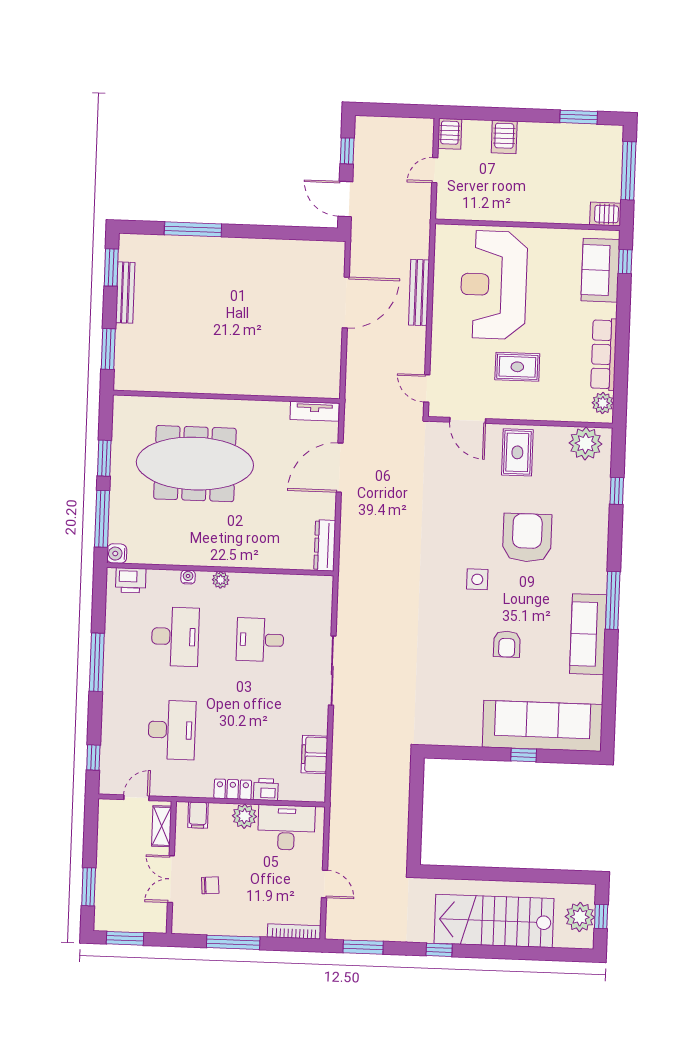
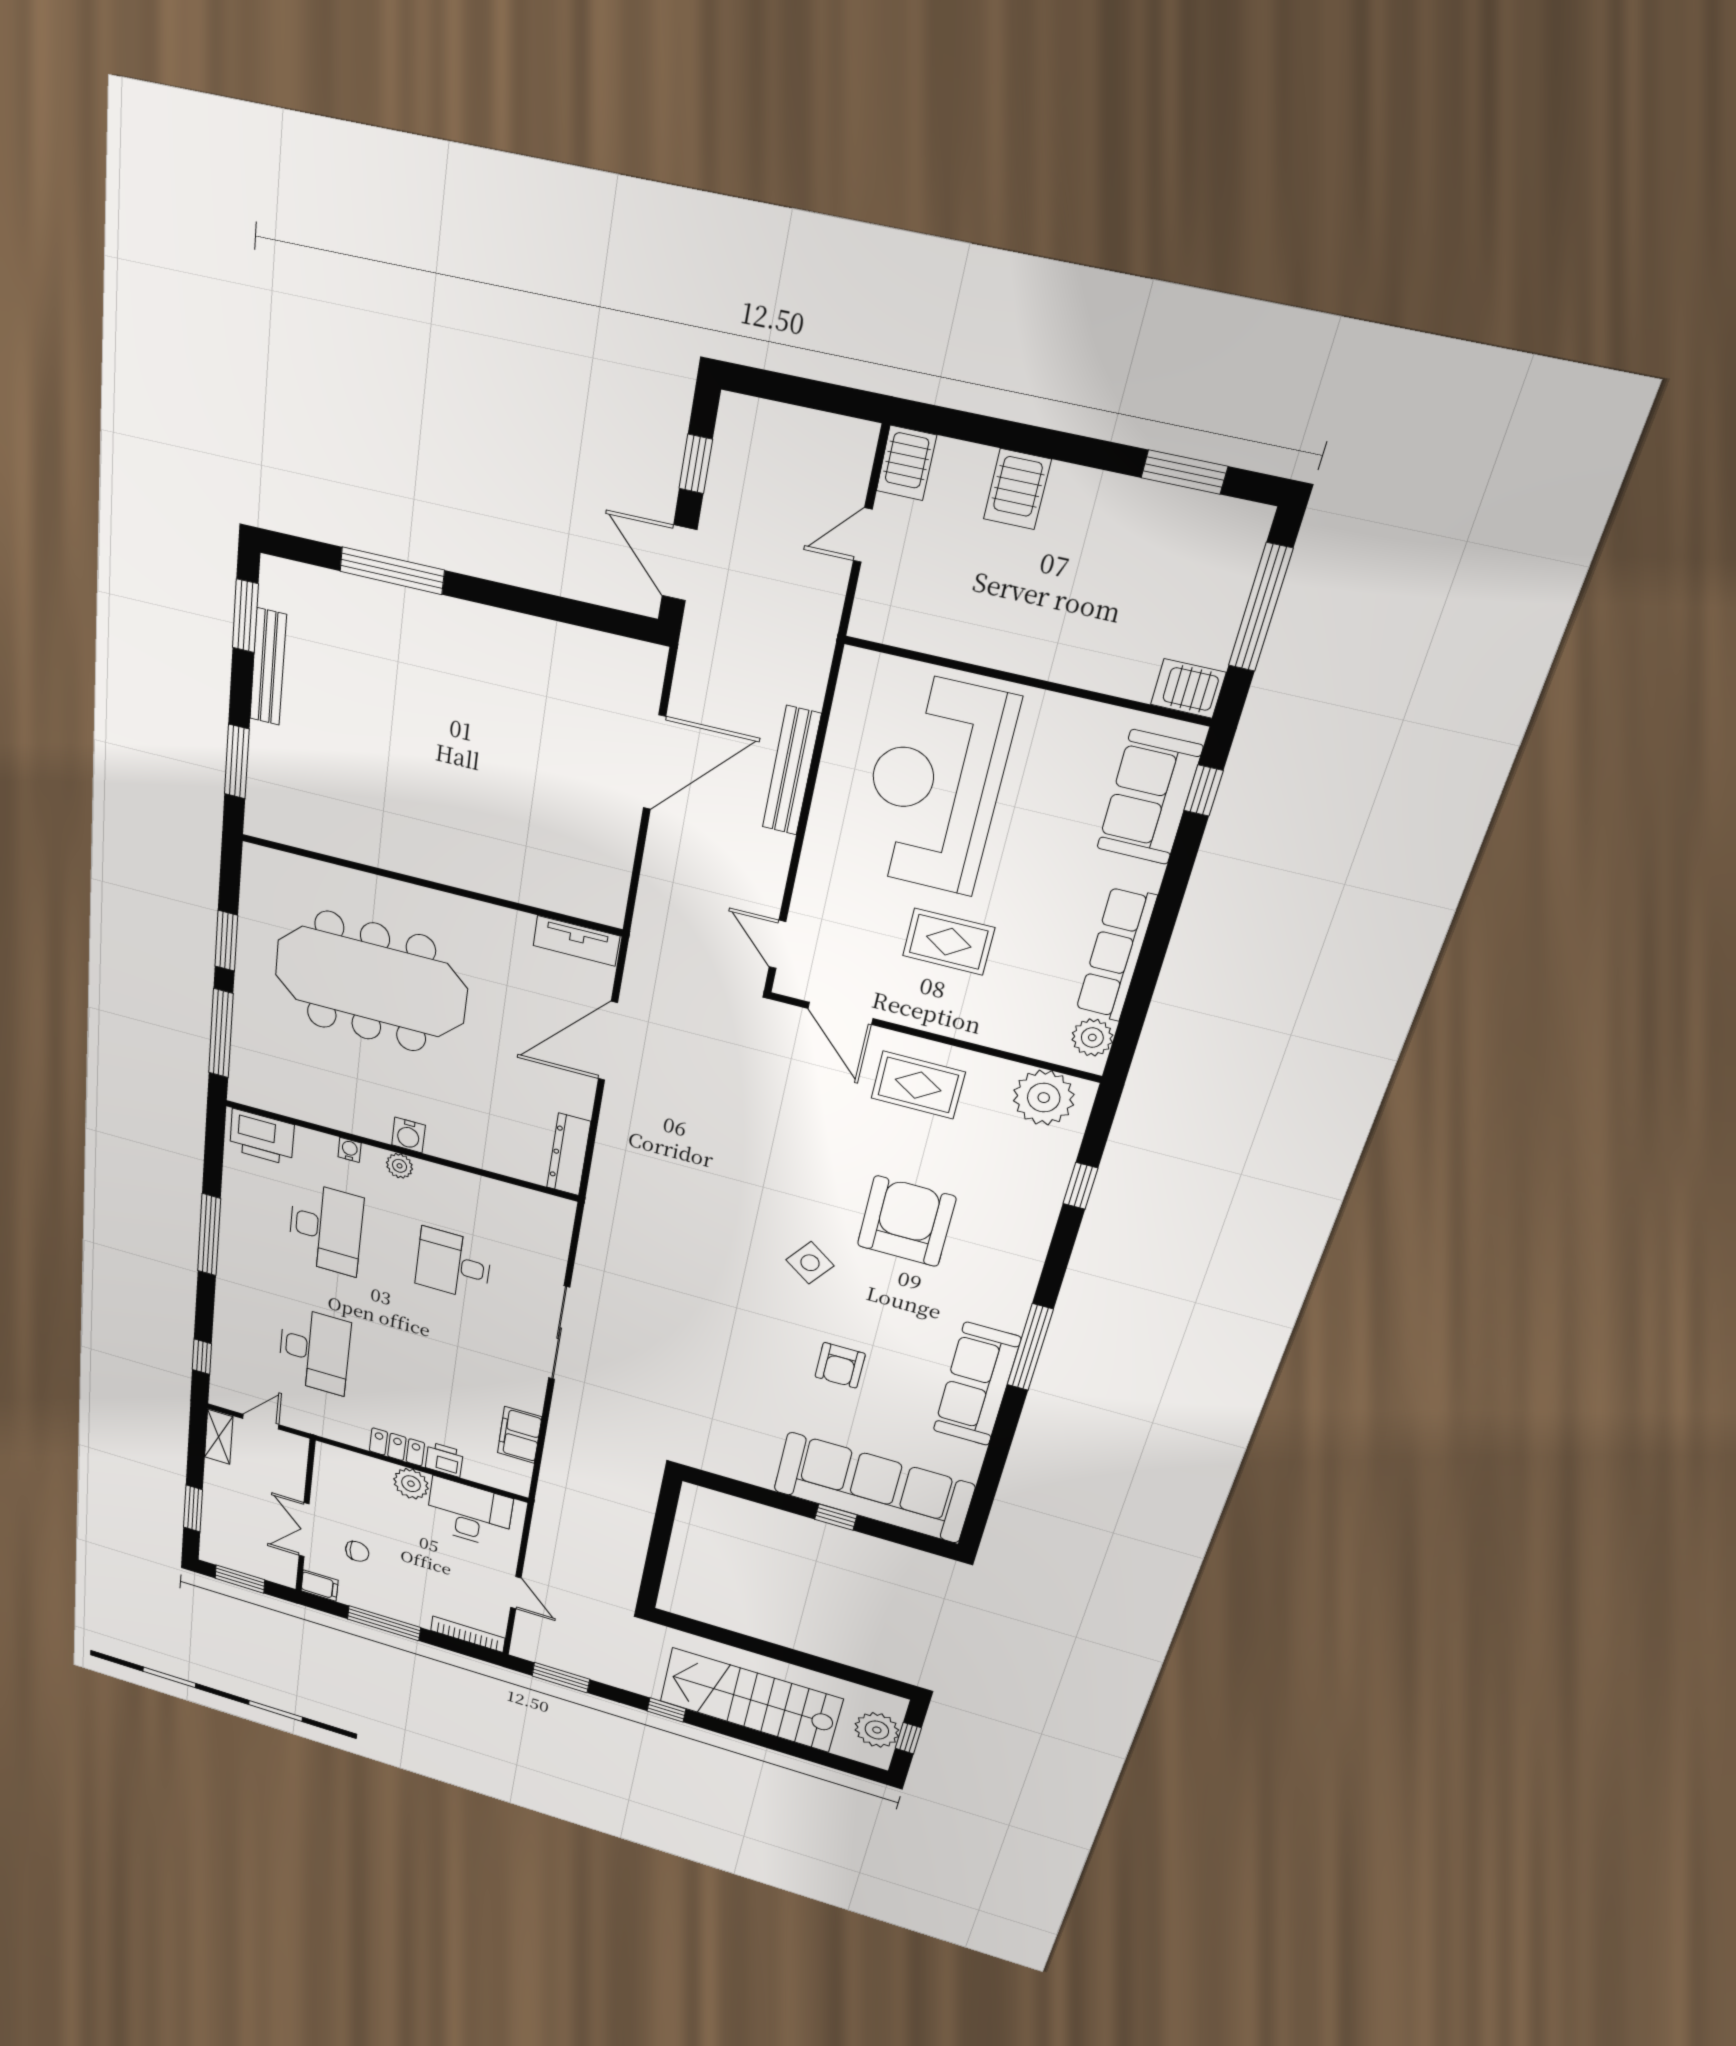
rug: (517, 452) -> (918, 1085), turned 90
water cooler: (117, 554) -> (408, 1135), moved, turned -90
side table: (477, 579) -> (810, 1263), turned 36
printer: (131, 580) -> (262, 1137), width x1.37, depth x1.19
filing cabinet: (198, 815) -> (320, 1586), moved, turned -90
shelving: (162, 826) -> (219, 1437), moved

